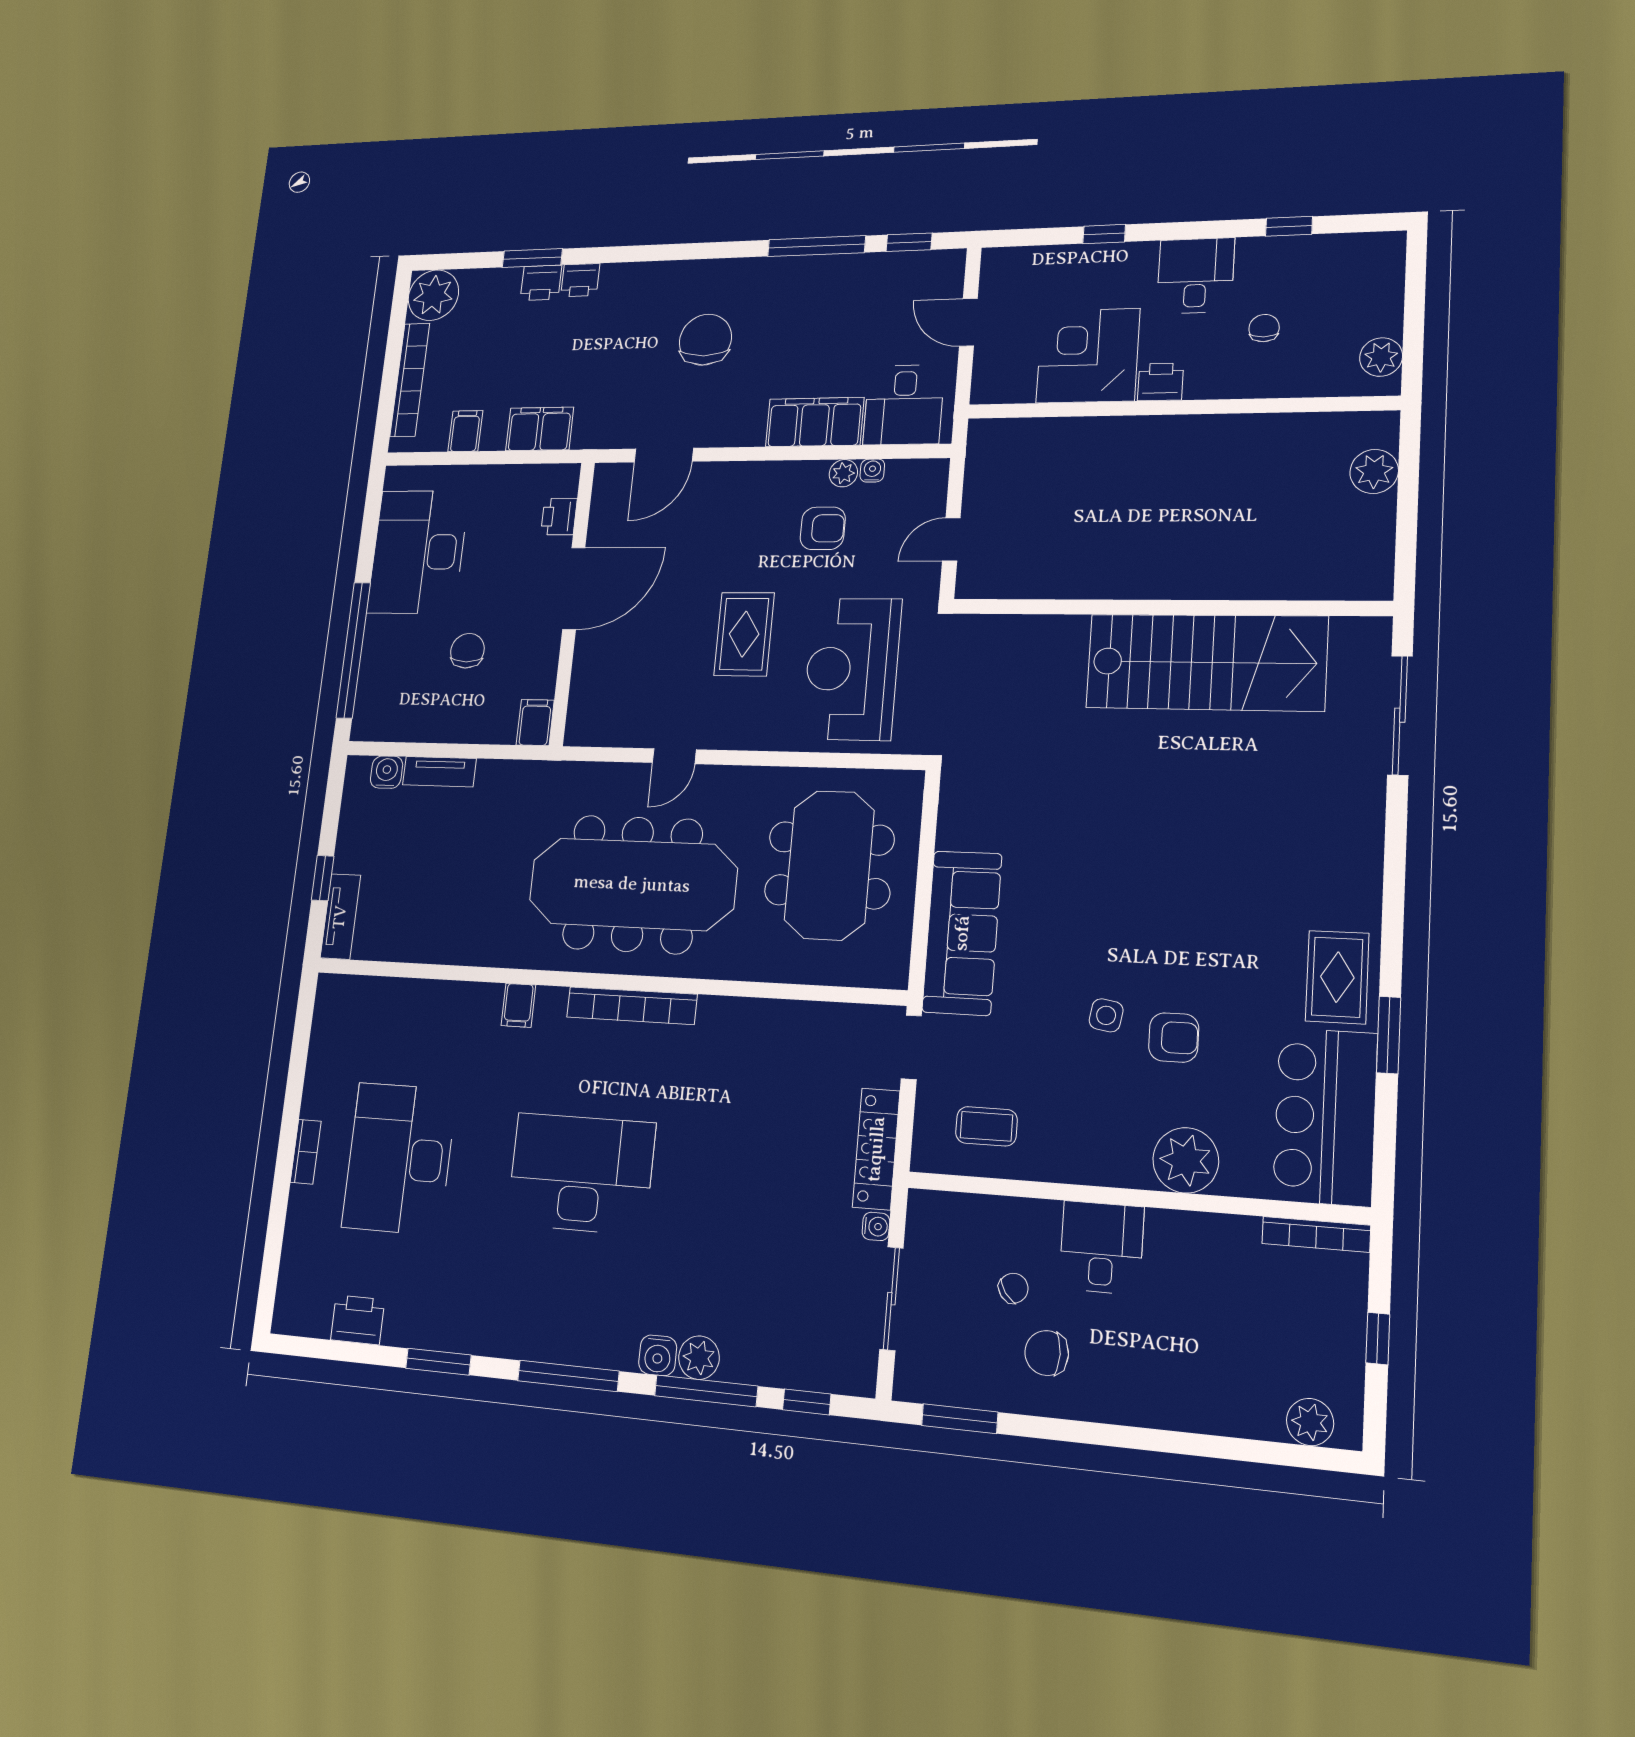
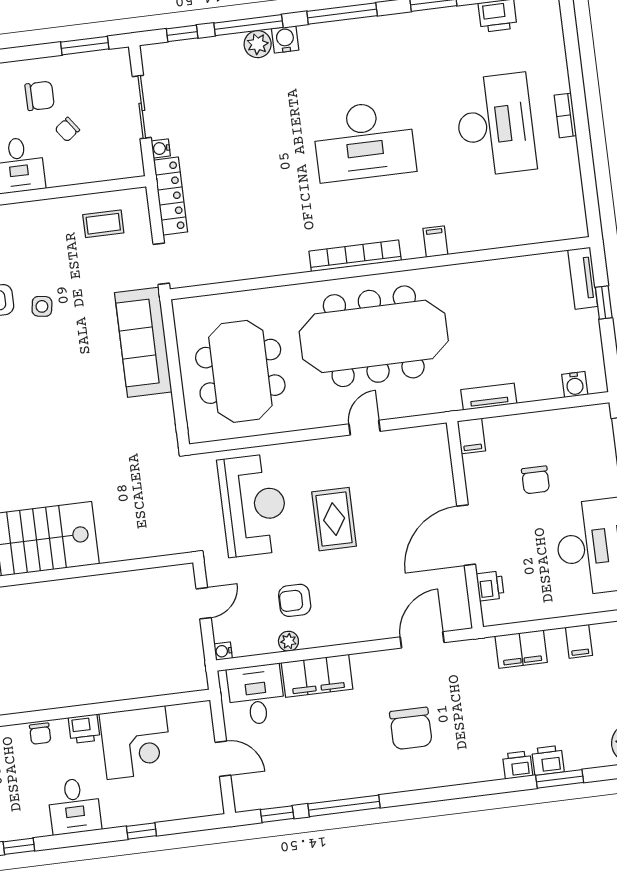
chair: (1264, 328) -> (40, 734), moved
water cooler: (872, 471) -> (223, 651), moved, turned 90
tv unit: (439, 772) -> (489, 397), moved

